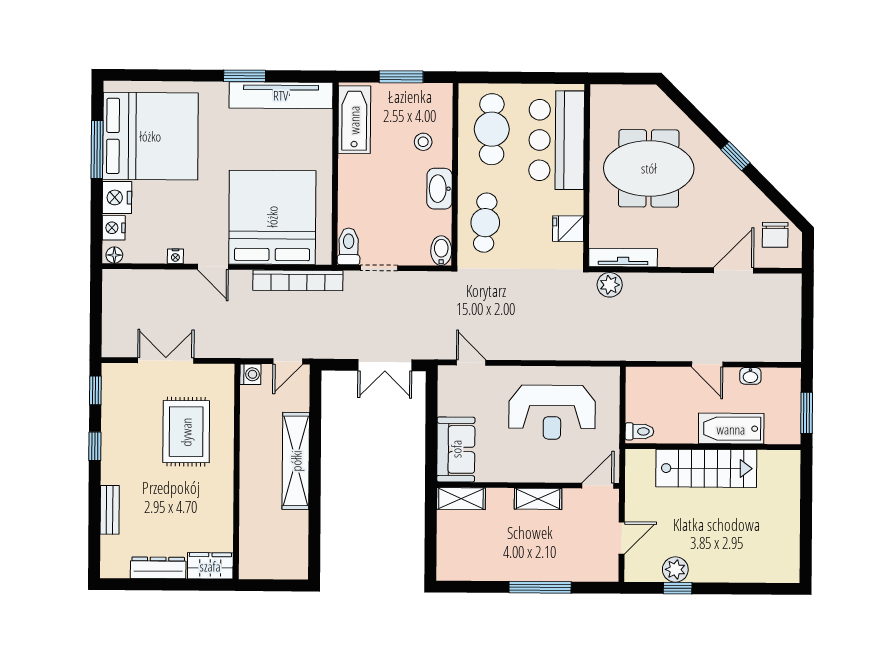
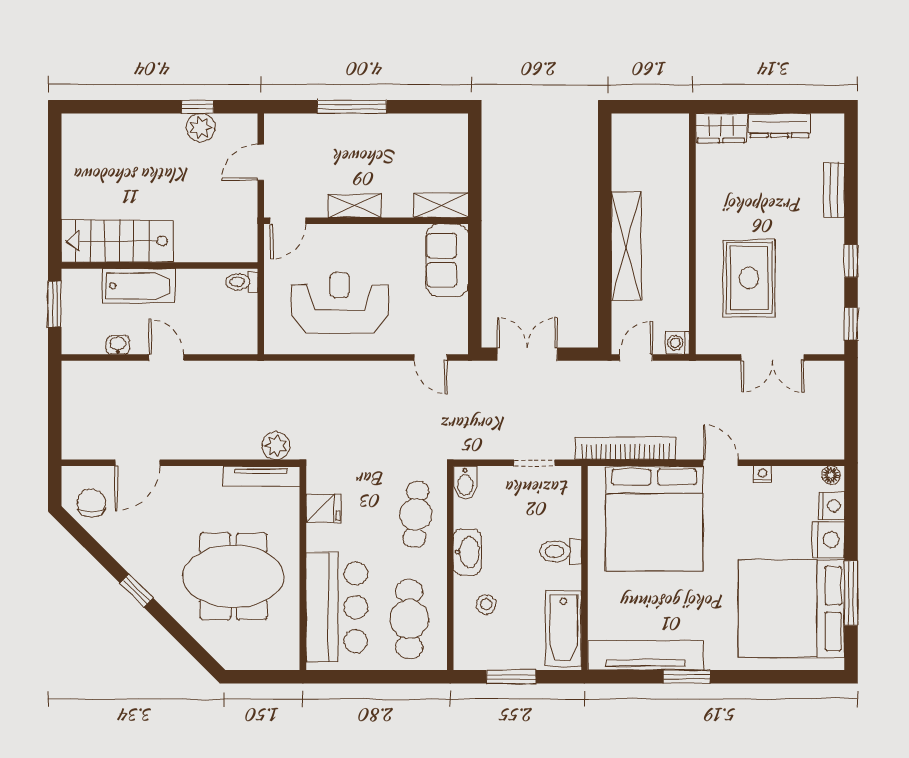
toilet: (349, 246) -> (561, 551), moved, turned 90
stairs: (706, 468) -> (117, 241), moved

